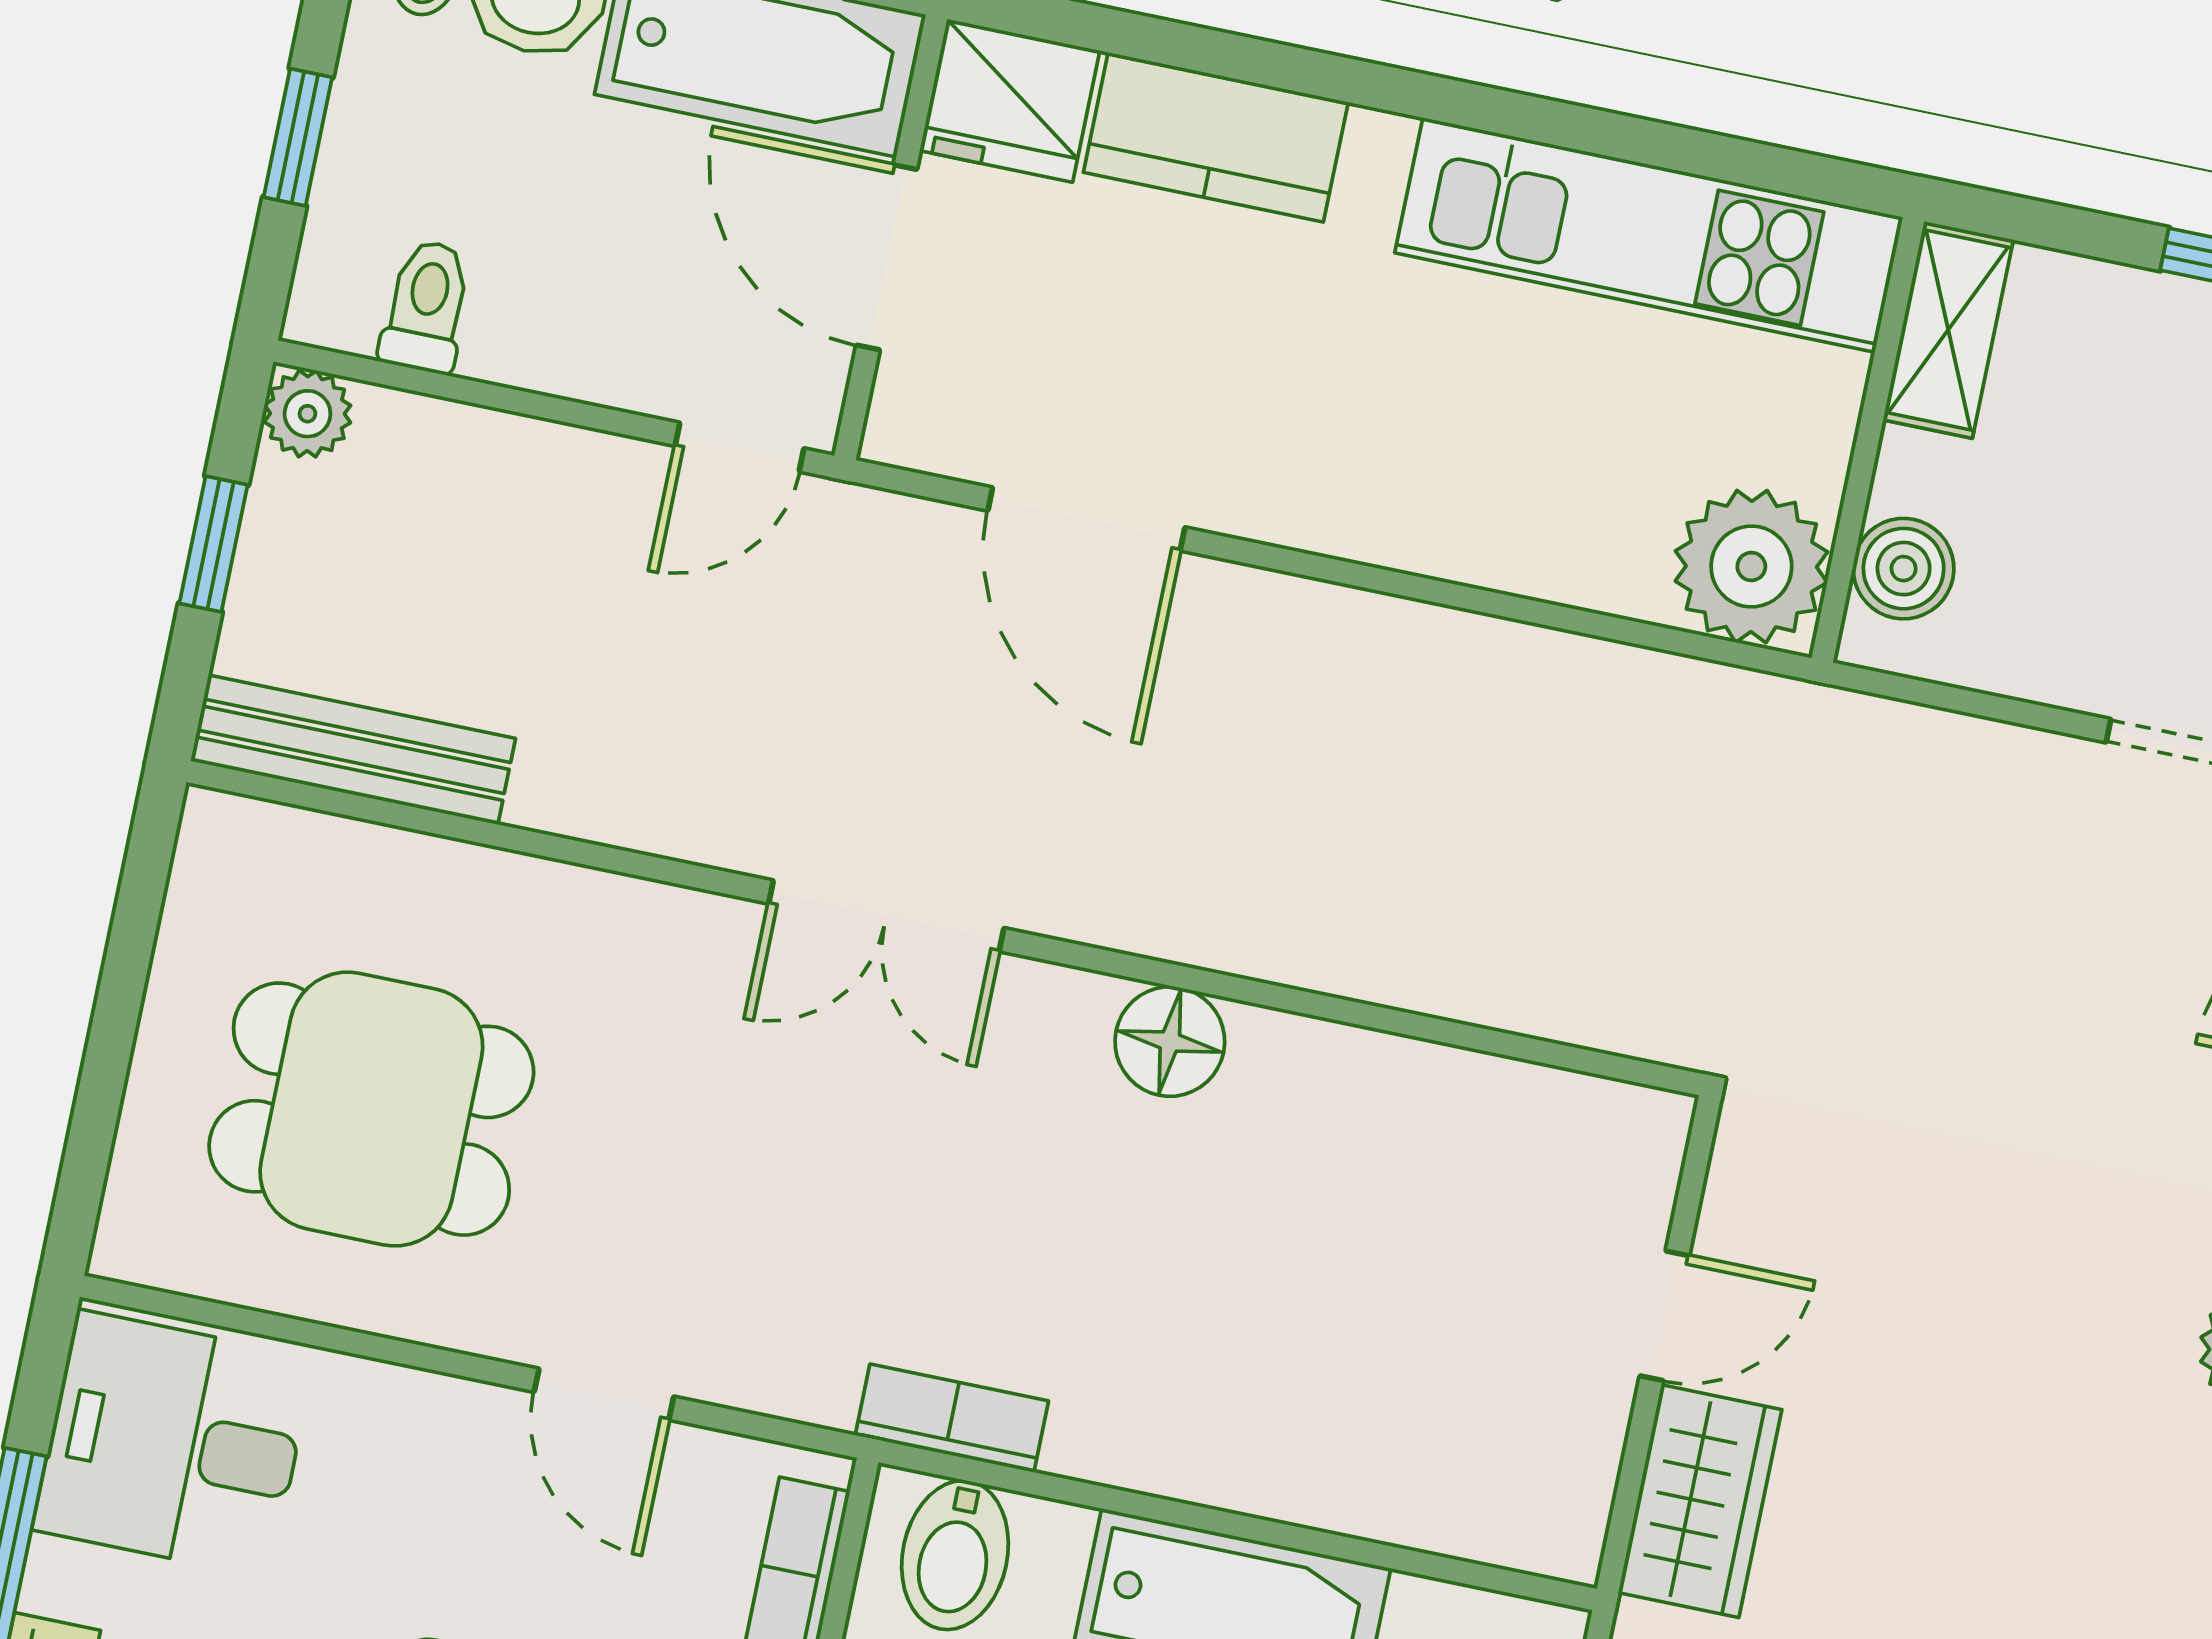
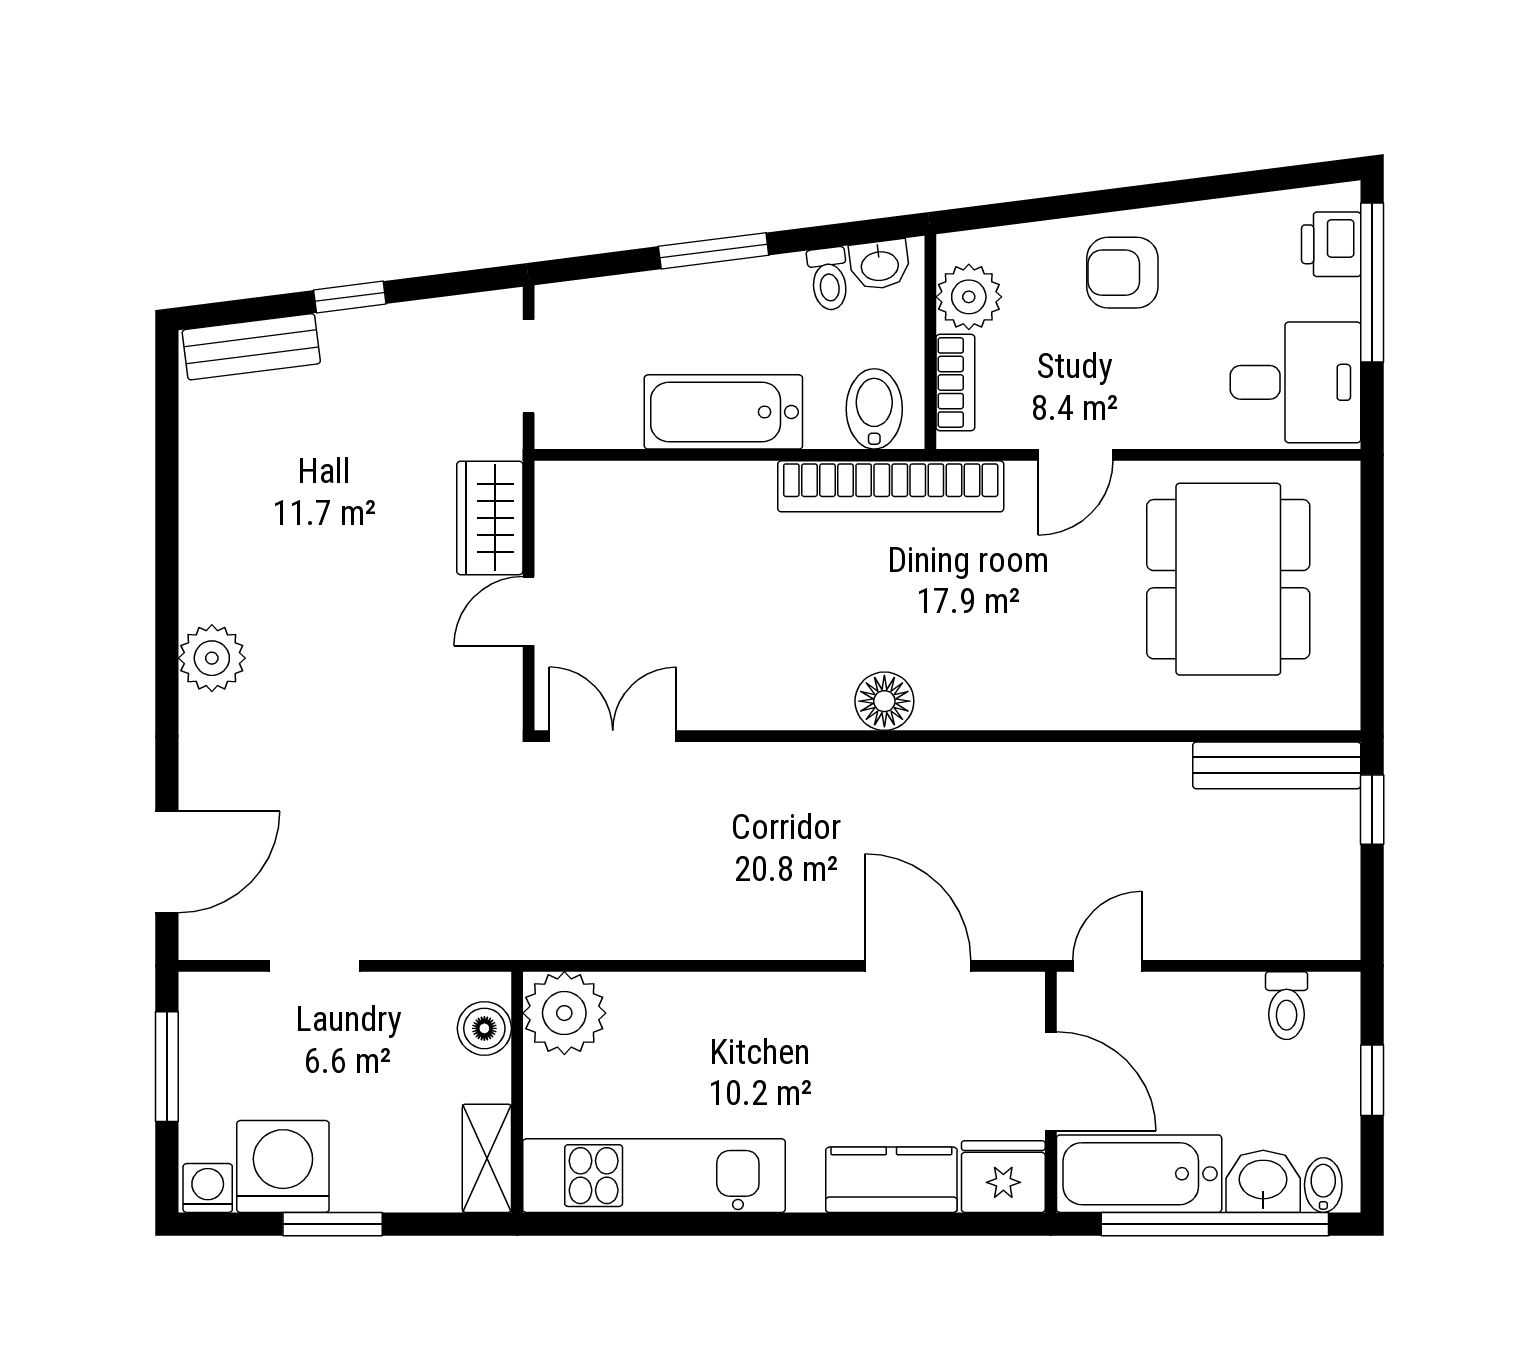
plant: (307, 414) -> (1337, 936), removed
window: (214, 544) -> (1372, 810), moved
double door: (886, 916) -> (613, 736), moved
floor lamp: (1170, 1042) -> (884, 701), moved
dining table: (371, 1109) -> (1228, 579), width x1.38
door: (604, 1394) -> (1076, 455), swing flipped
bookcase: (952, 1418) -> (891, 486), width x2.31, depth x1.31

